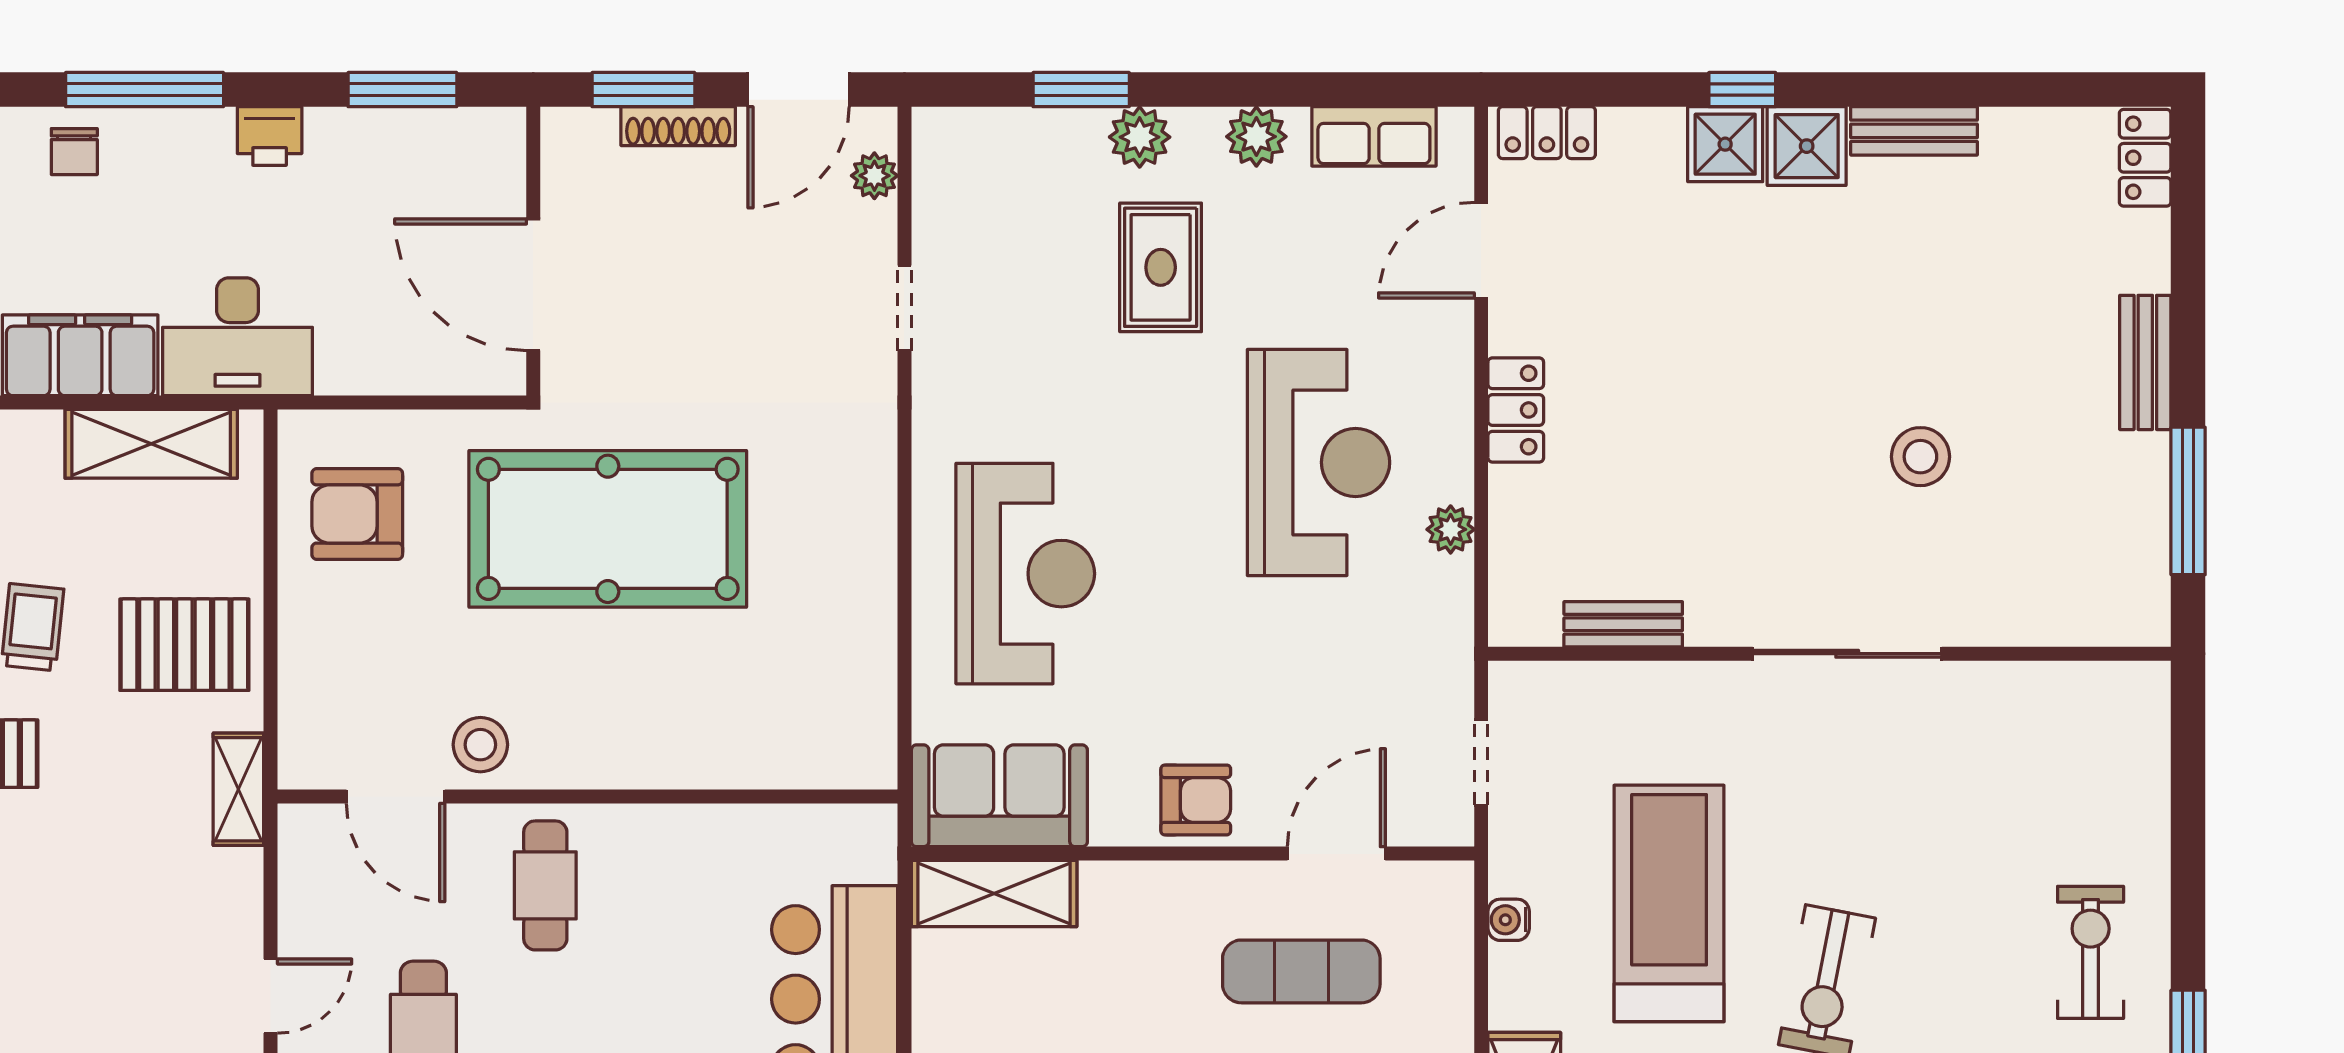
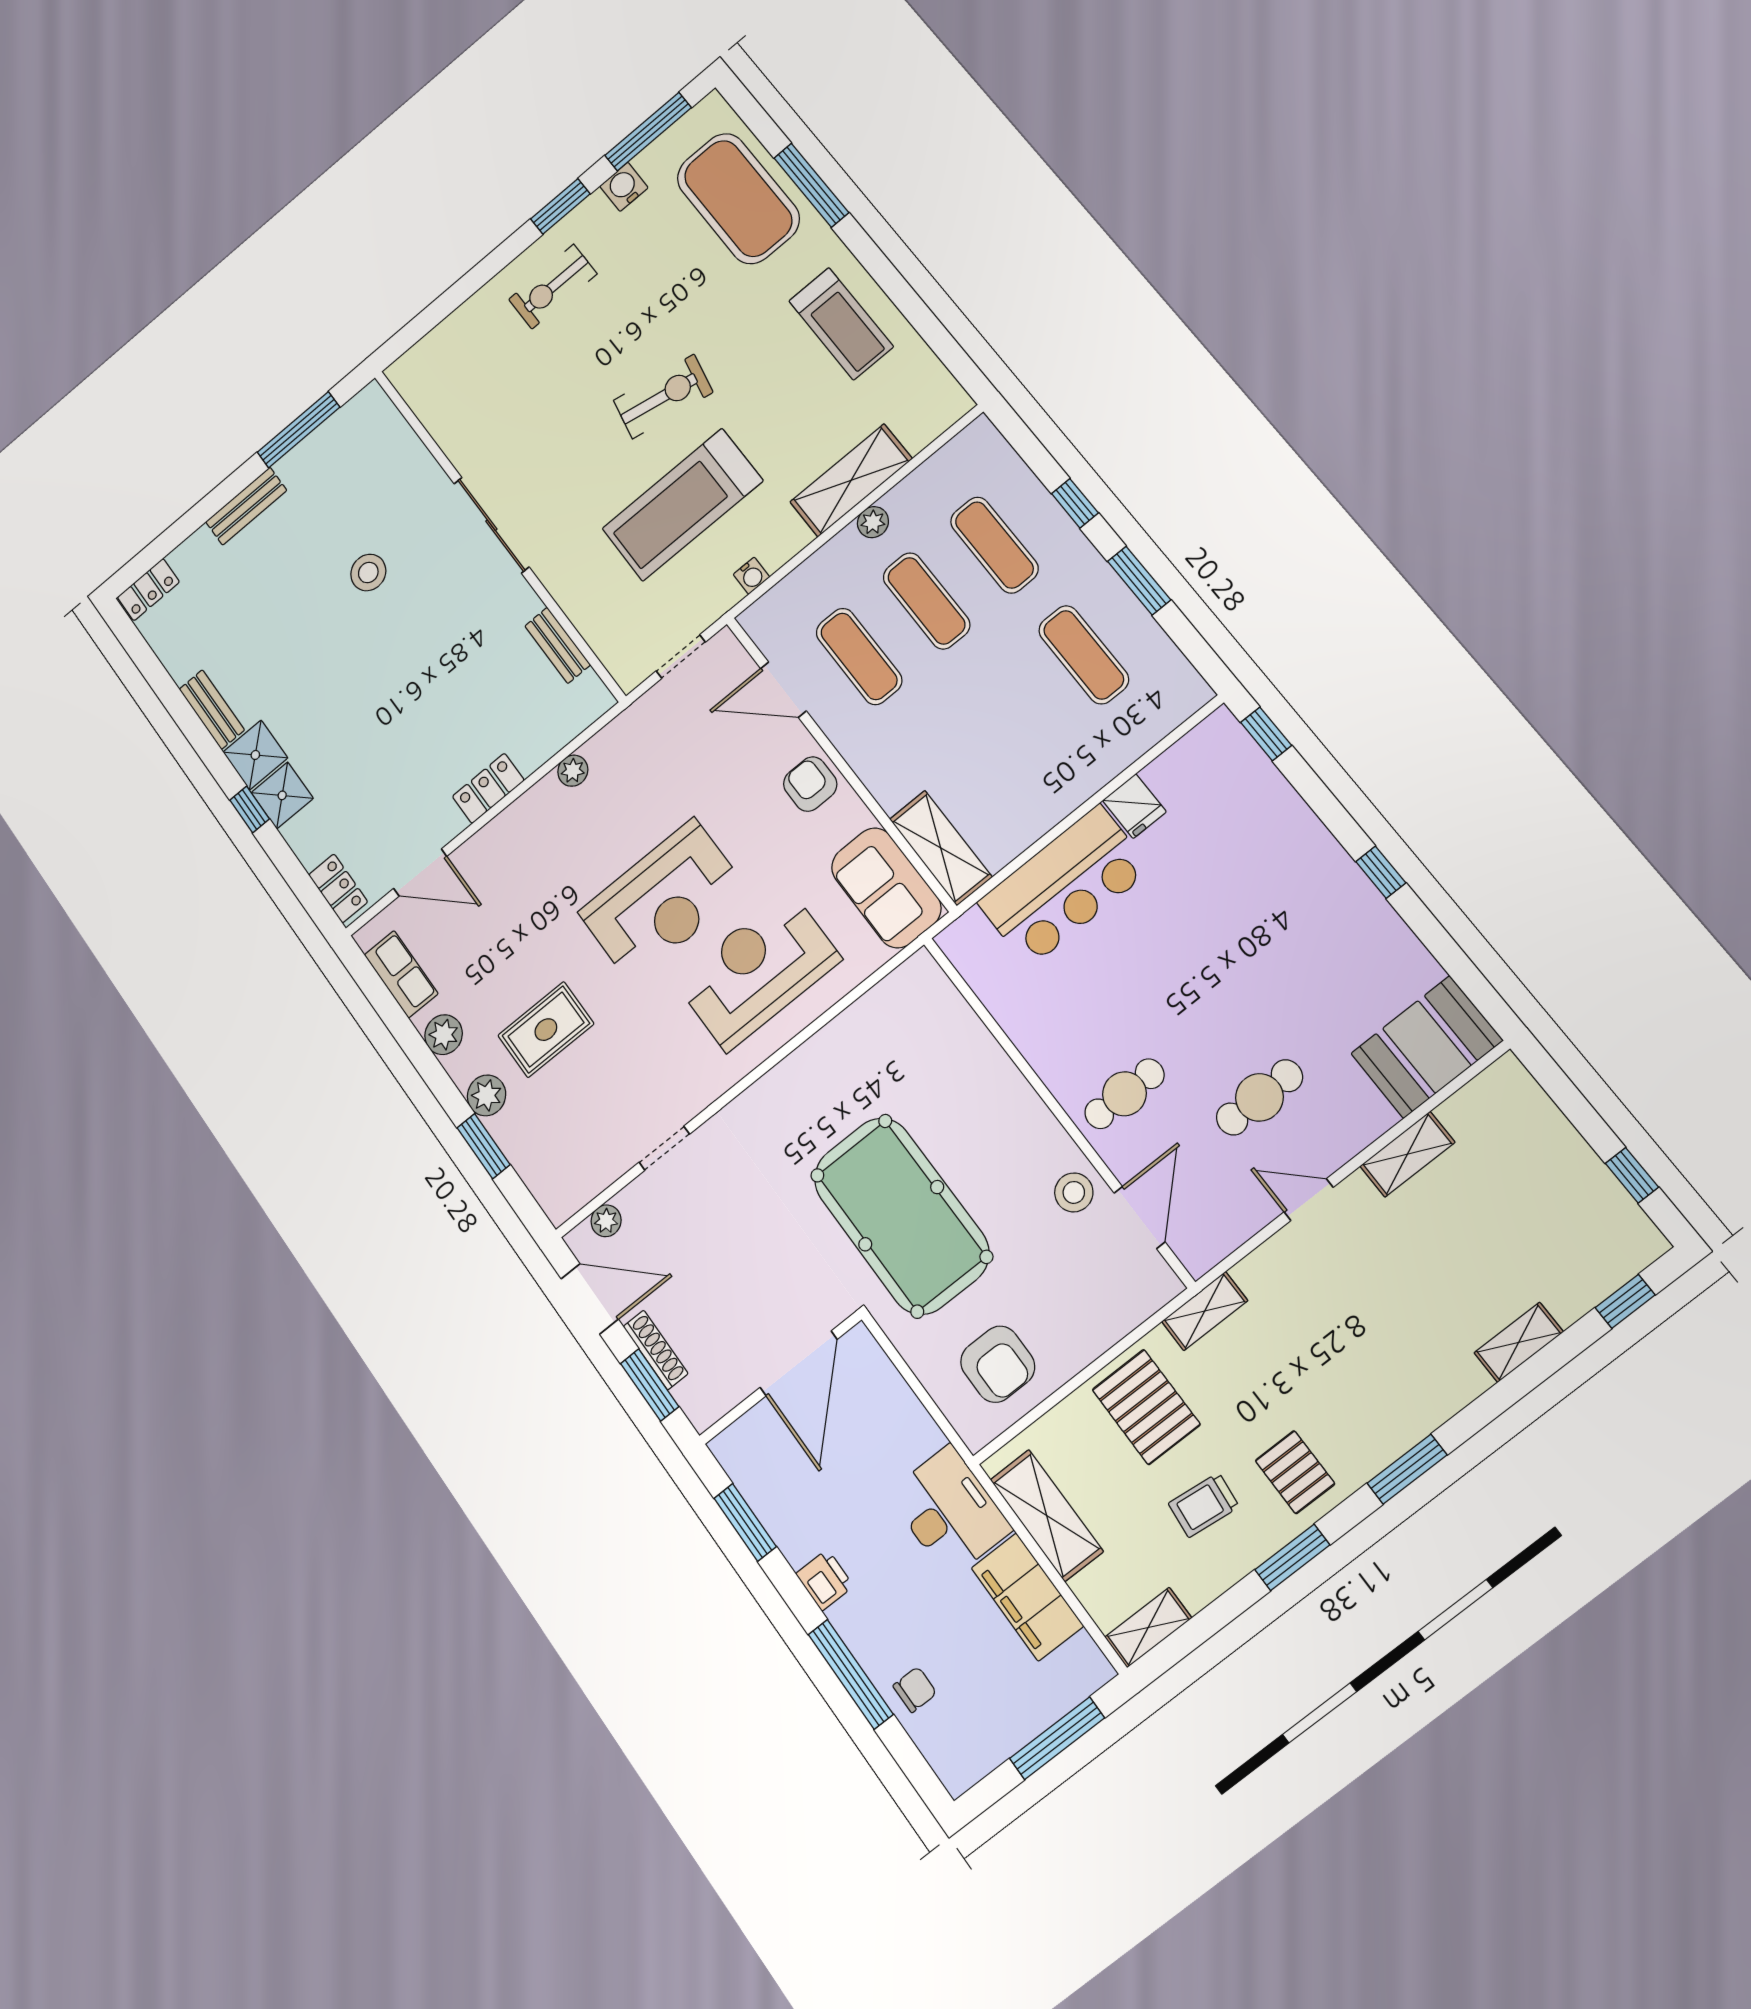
reception desk: (1319, 462) -> (662, 901), moved, turned 180

